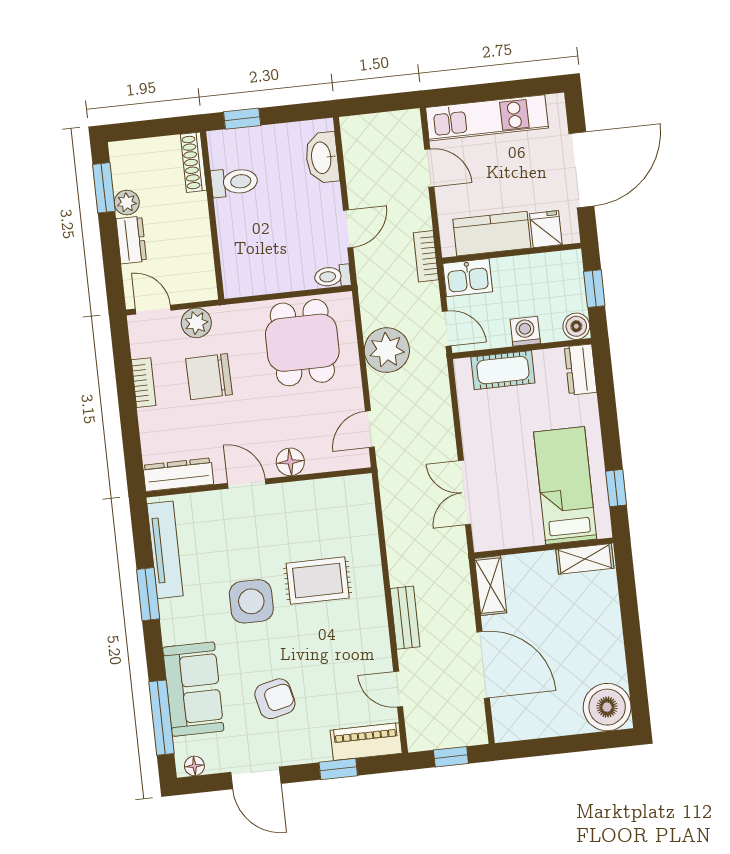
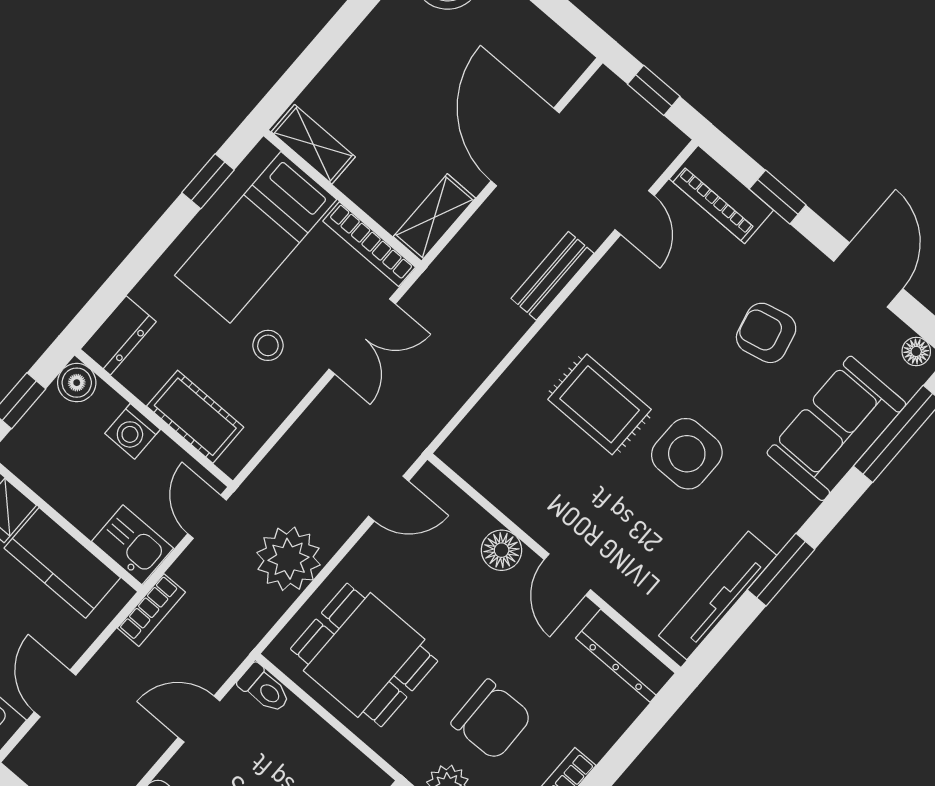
dining table: (302, 343) -> (364, 655), turned 90
stool: (505, 441) -> (268, 345), added
bookcase: (508, 540) -> (369, 244), added

